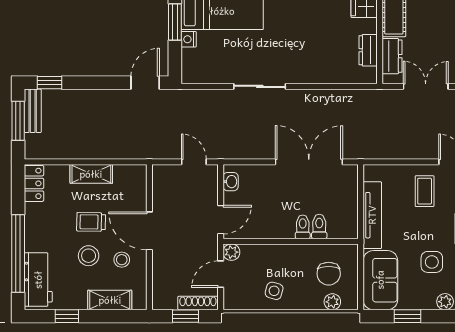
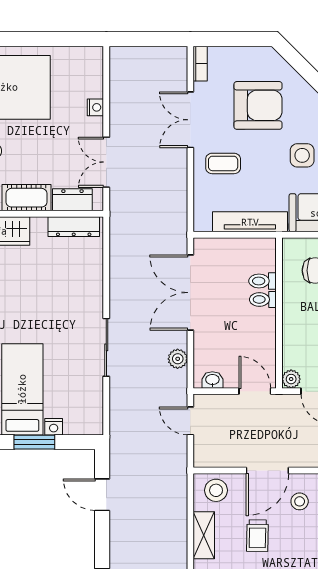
dresser: (368, 50) -> (74, 227), width x1.44
door: (145, 83) -> (102, 495), moved
plant: (250, 150) -> (178, 359), added
door: (194, 162) -> (190, 421), hinge flipped
stool: (89, 256) -> (216, 490), moved

